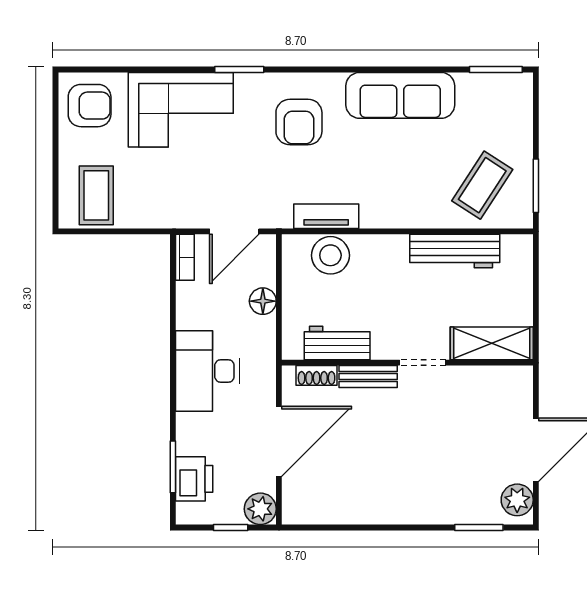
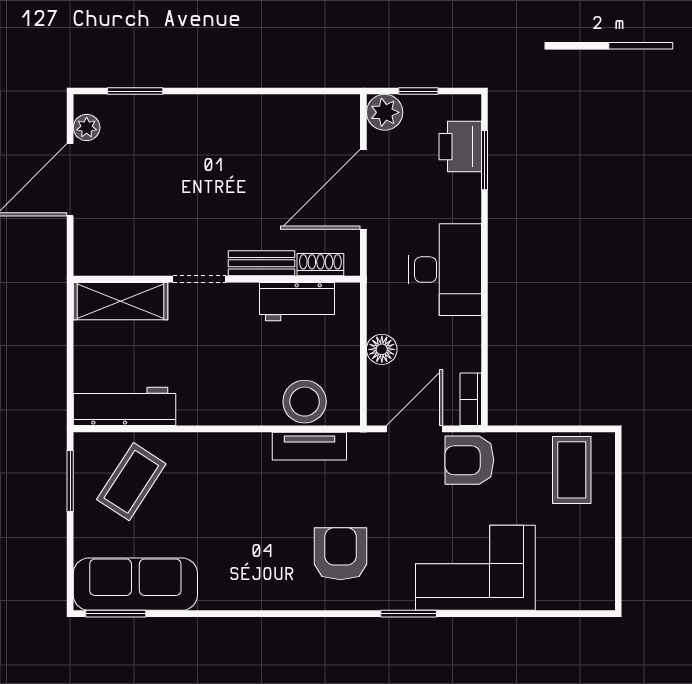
sofa: (400, 95) -> (135, 584), moved
armchair: (90, 106) -> (469, 460), moved
workbench: (455, 251) -> (125, 406), moved
plant: (517, 500) -> (87, 127), width x0.73, depth x0.73

